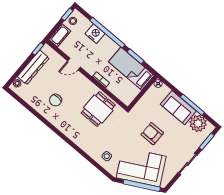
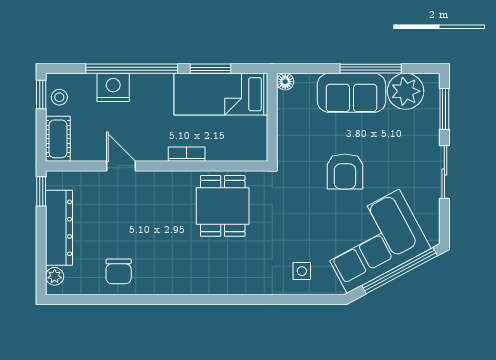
door: (74, 64) -> (121, 166), swing flipped
chair: (56, 100) -> (119, 271), moved
armchair: (152, 134) -> (345, 171), turned -90

